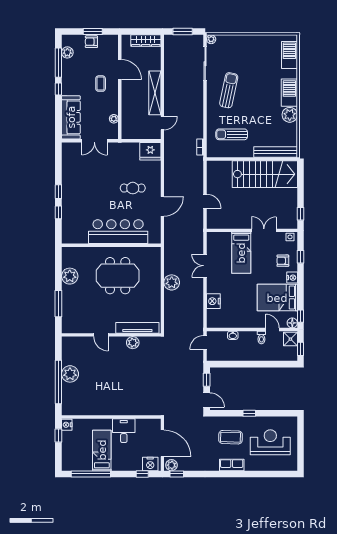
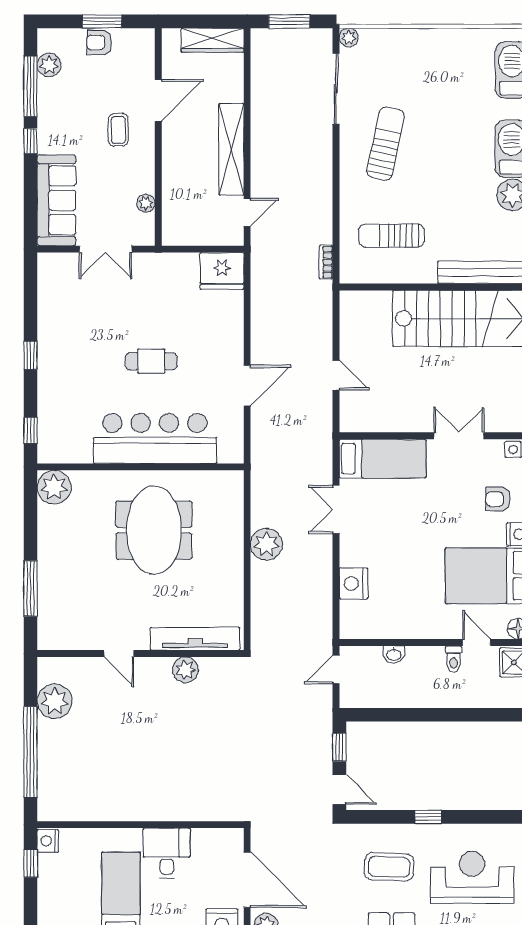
door: (120, 69) -> (158, 100), hinge flipped
cafe table: (133, 188) -> (151, 361), moved
window: (58, 212) -> (31, 430), moved
bed: (241, 253) -> (383, 459), moved, turned -90
plant: (70, 276) -> (54, 487), moved
meeting table: (118, 276) -> (154, 530), turned 90
plant: (70, 374) -> (55, 701), moved

